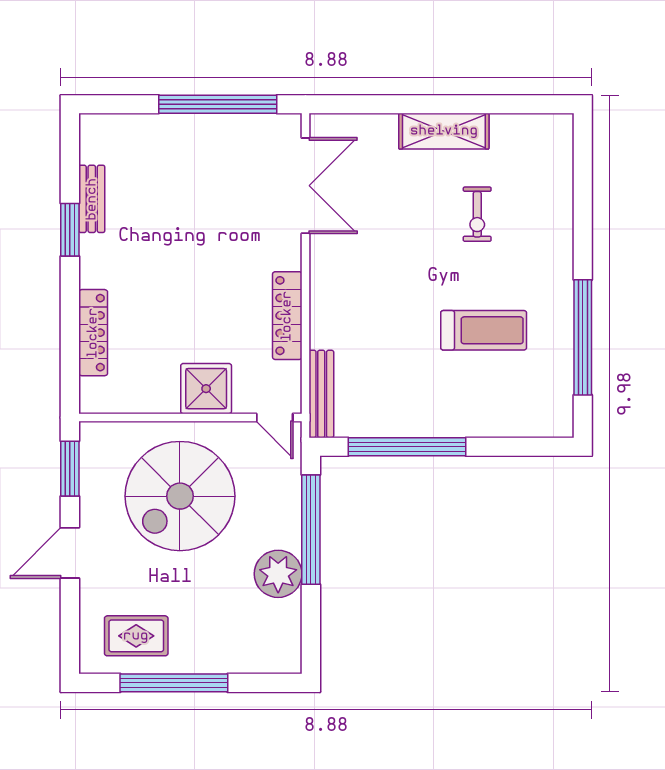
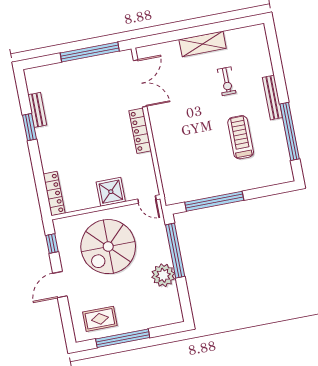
locker: (287, 316) -> (140, 131), moved
treadmill: (484, 330) -> (241, 137), turned -90
locker: (93, 333) -> (54, 194), moved
bench: (321, 394) -> (272, 97), moved
window: (70, 469) -> (52, 244), width x0.67

